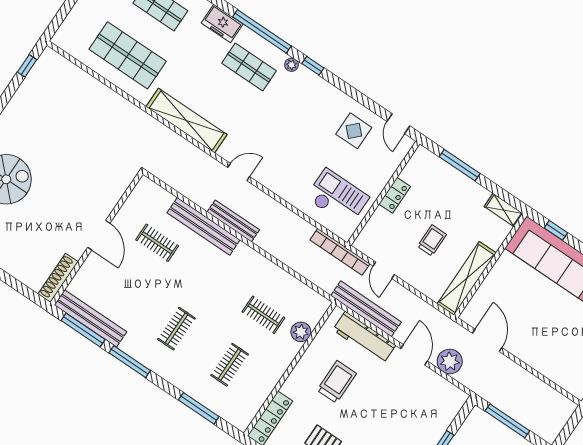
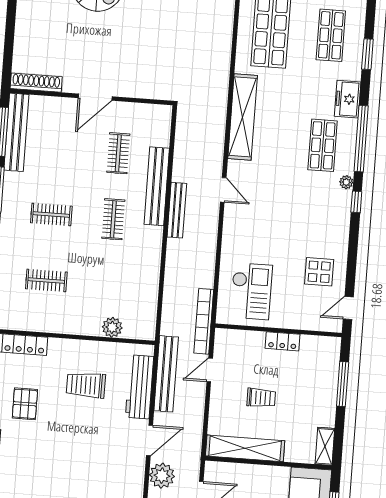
clothes rail: (263, 315) -> (113, 219), moved
trolley: (337, 382) -> (86, 385), turned 180

